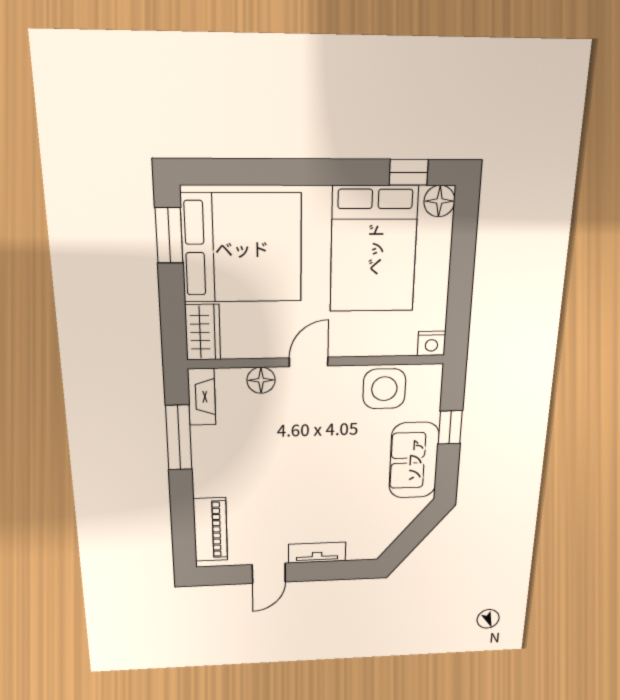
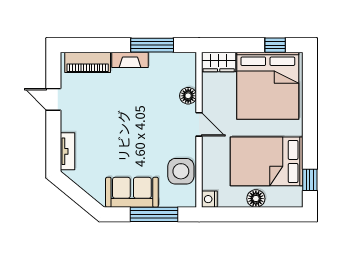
floor lamp: (439, 201) -> (256, 199), moved
window: (169, 235) -> (275, 45), width x0.67
fireplace: (202, 397) -> (130, 60), moved
window: (450, 427) -> (154, 214), width x2.17
tv unit: (317, 553) -> (68, 151), moved

